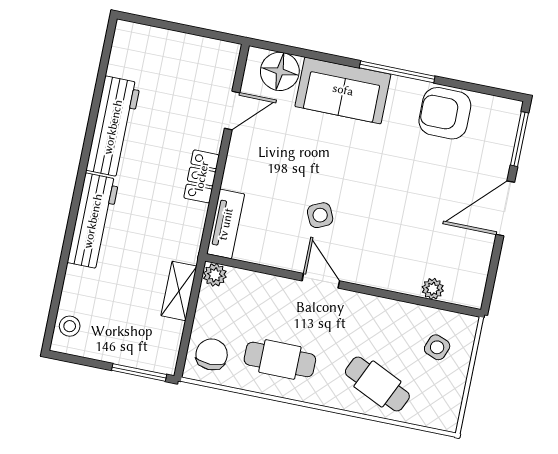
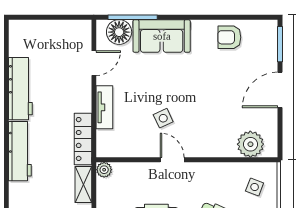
window: (397, 72) -> (133, 17), moved
armchair: (445, 113) -> (229, 37), width x0.72, depth x0.72
locker: (202, 176) -> (83, 139), moved, width x1.53
tv unit: (226, 224) -> (104, 107), moved
plant: (433, 289) -> (250, 144), width x1.87, depth x1.87

